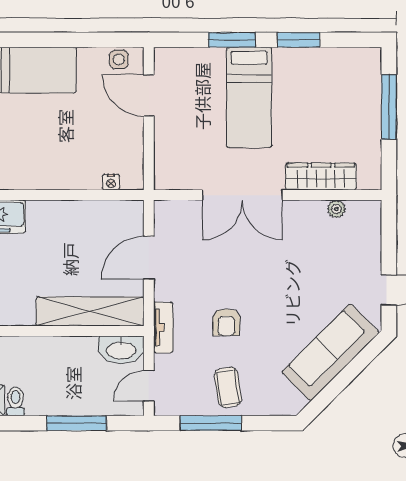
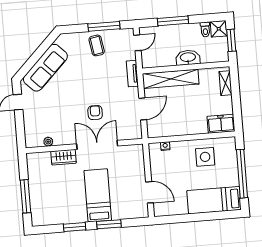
side table: (119, 59) -> (205, 157), moved, width x1.87, depth x1.87
wardrobe: (321, 177) -> (64, 157), width x0.67
armchair: (226, 322) -> (95, 113), moved
washbasin: (121, 350) -> (188, 58), moved

